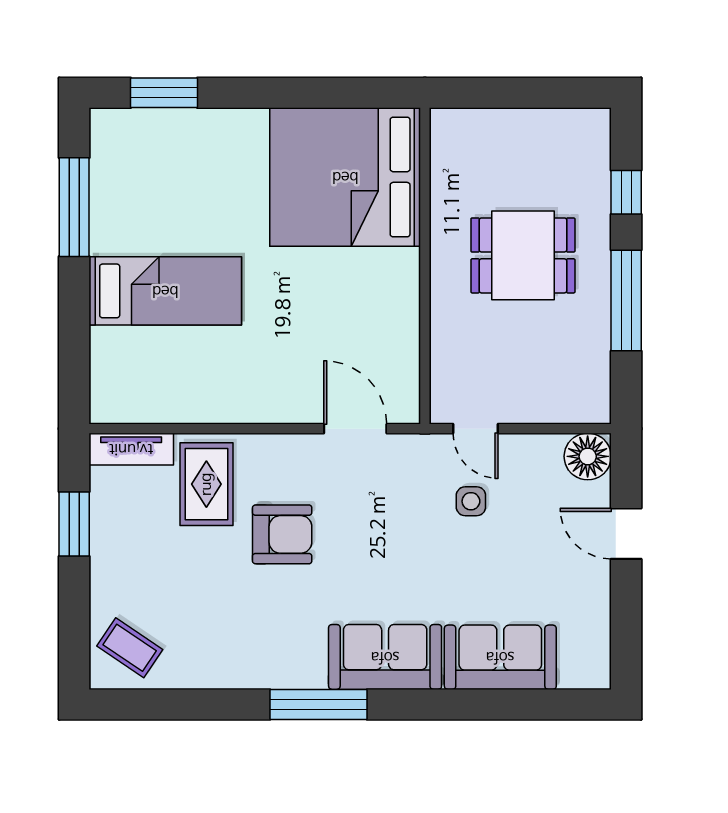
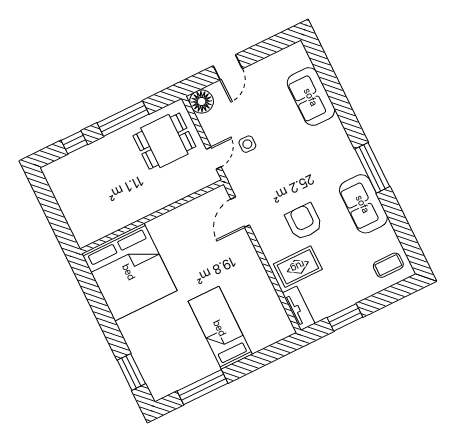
dining table: (523, 255) -> (164, 141), moved, turned 90
coffee table: (130, 648) -> (388, 265), turned 56
sofa: (385, 657) -> (363, 204), moved

